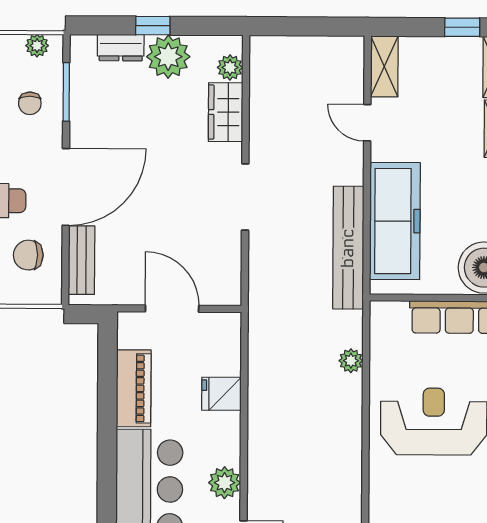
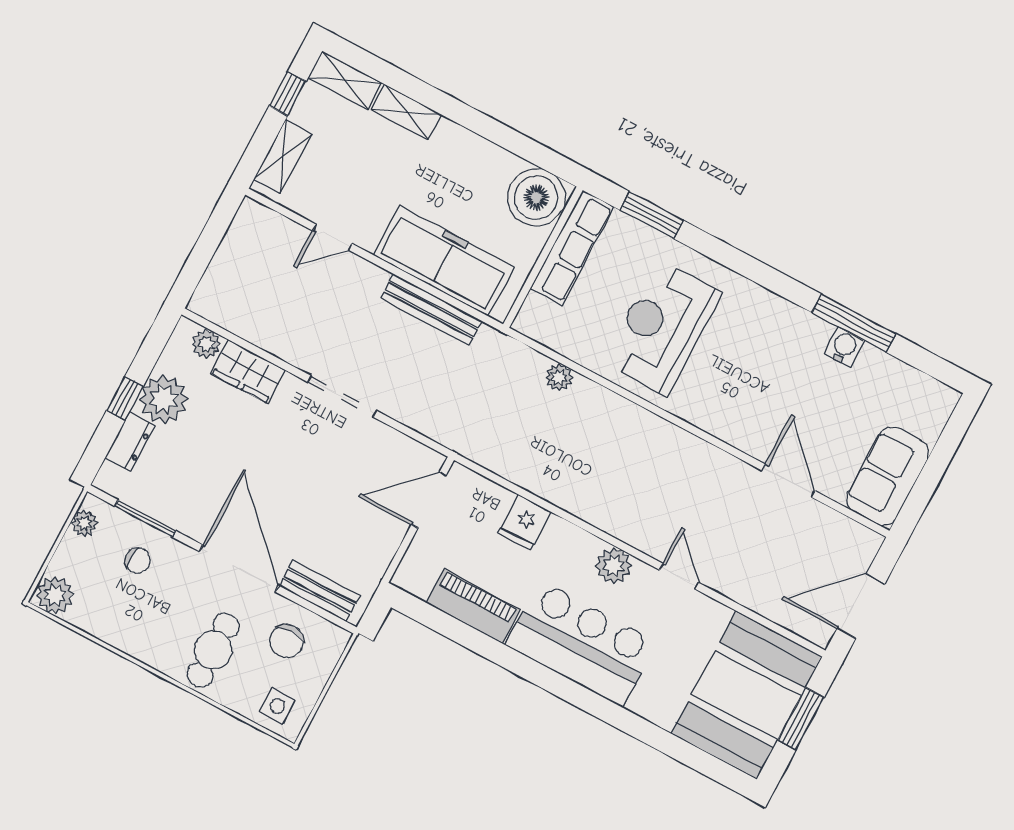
shelving: (384, 66) -> (283, 157), moved, turned 90
bench: (348, 248) -> (431, 310), width x0.73, depth x0.82
door: (172, 309) -> (429, 500), moved

